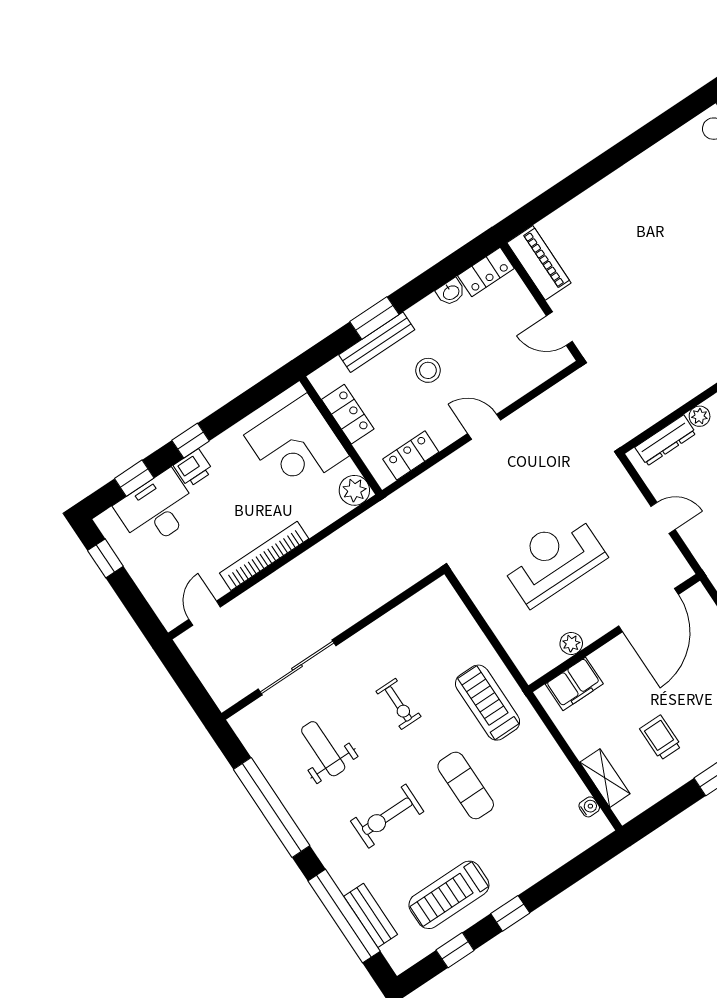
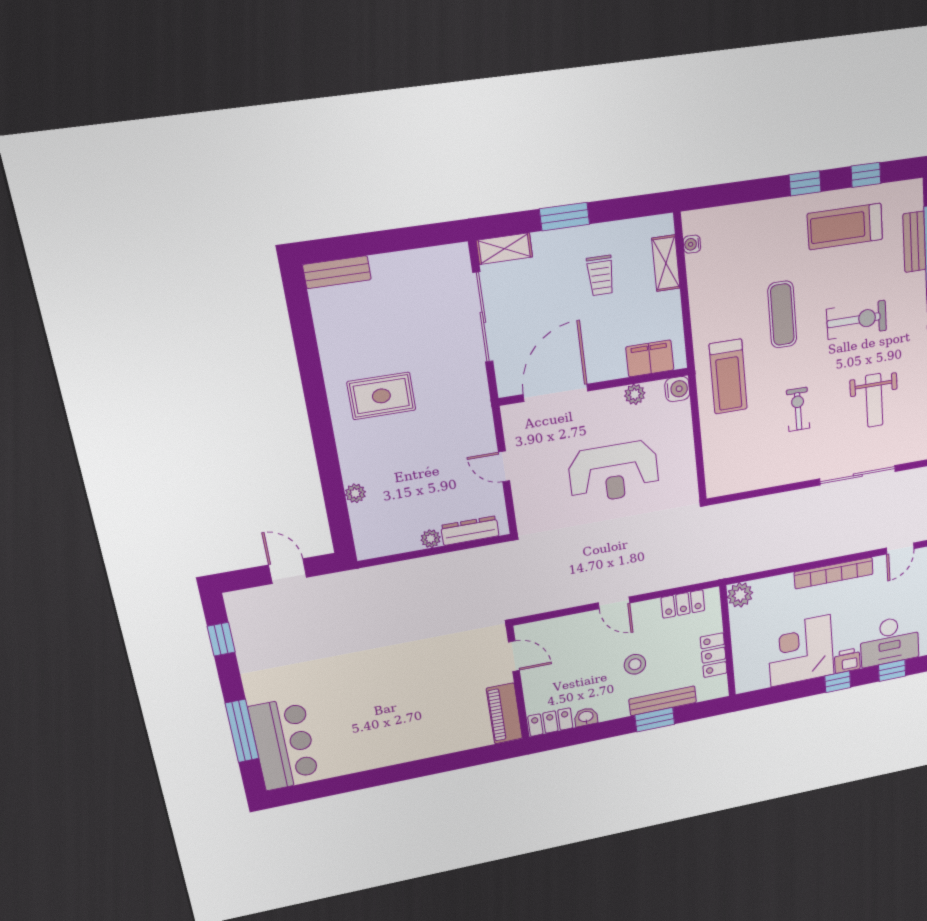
corner desk: (297, 445) -> (801, 651), moved, turned -90
water cooler: (532, 668) -> (677, 389), added
treadmill: (449, 895) -> (845, 227), turned 180

